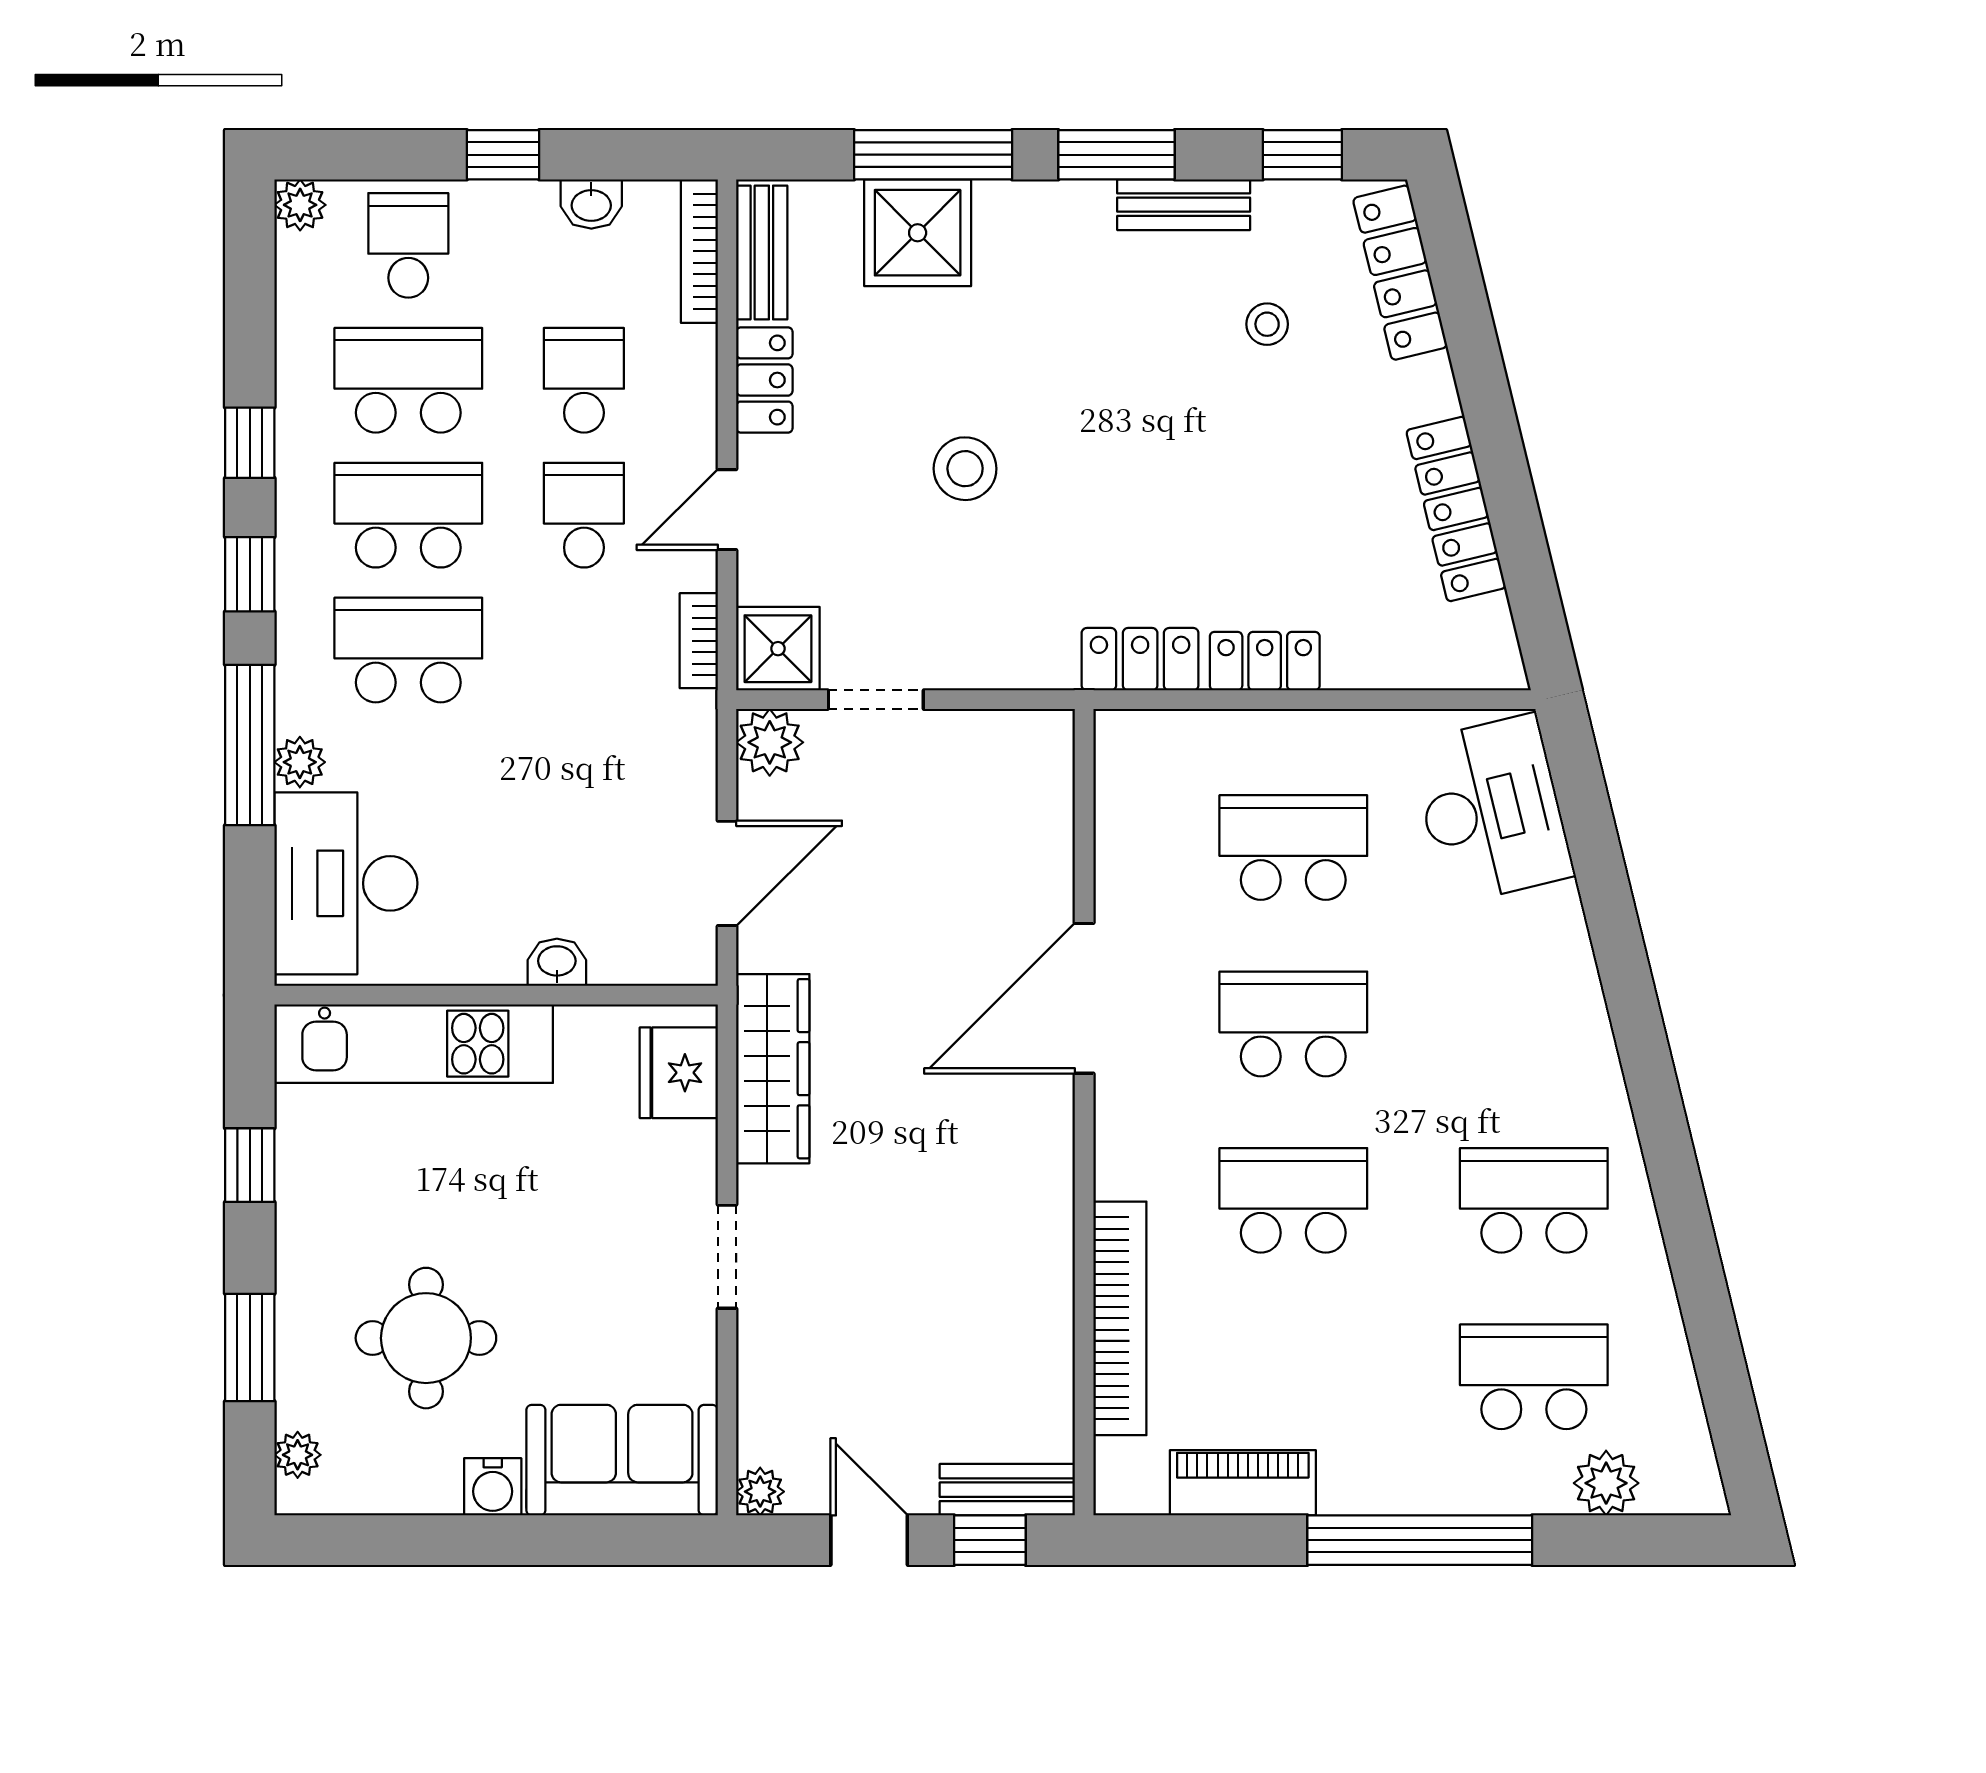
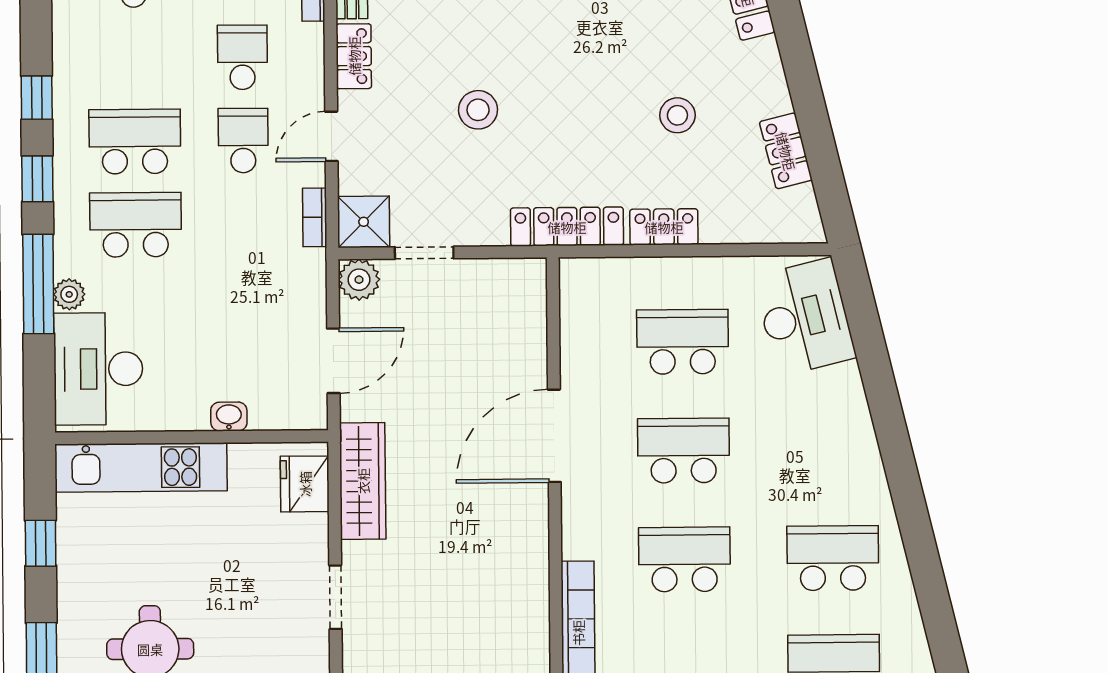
stool: (1267, 324) -> (677, 115), moved, width x1.37, depth x1.37
school desk: (408, 380) -> (134, 58), removed
locker: (1456, 509) -> (786, 151), width x0.66
locker: (1140, 659) -> (567, 227), width x1.53

